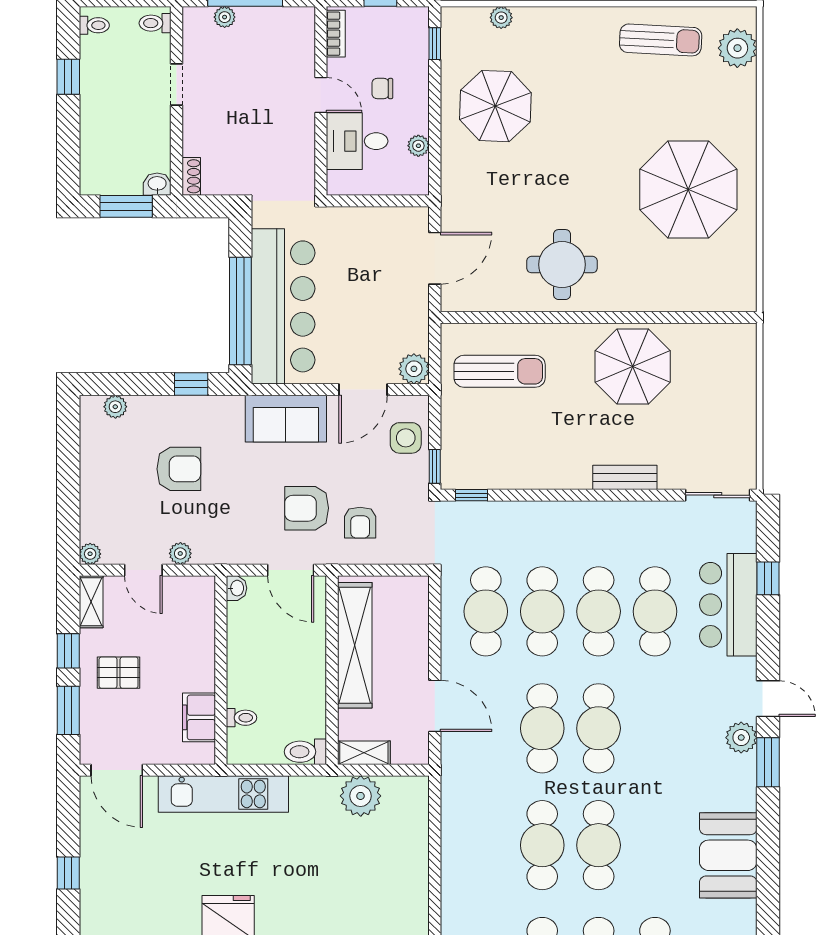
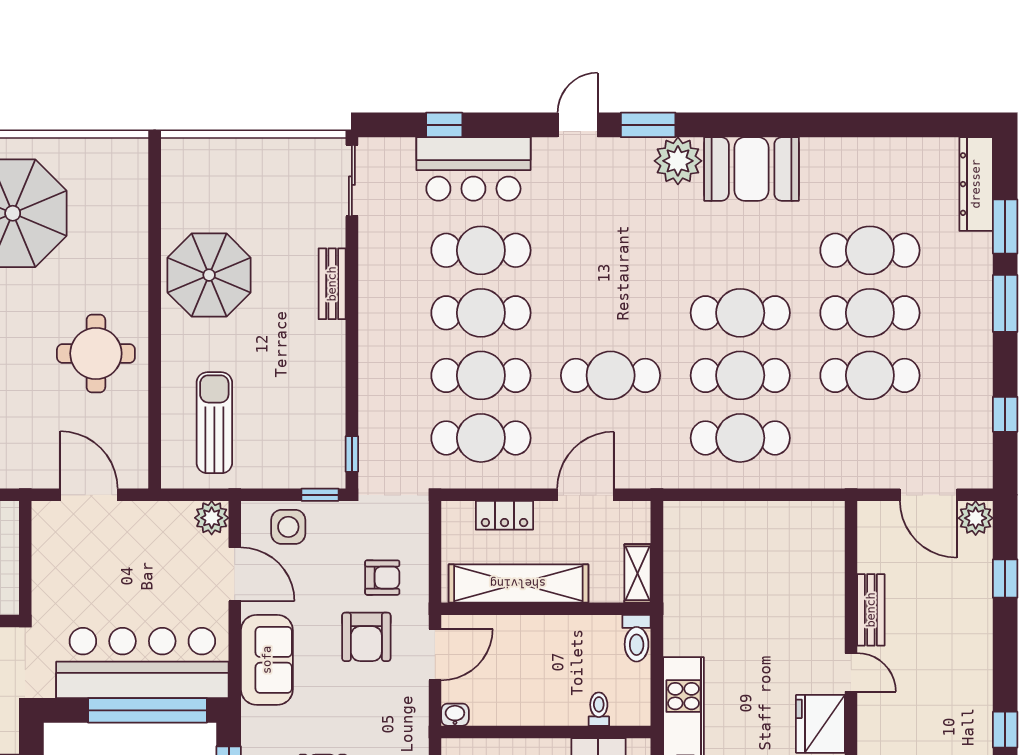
locker: (416, 633) -> (504, 515), added
cafe table: (599, 728) -> (740, 438), moved
plant: (741, 738) -> (678, 161), moved, width x1.36, depth x1.36
plant: (361, 796) -> (686, 577), removed

